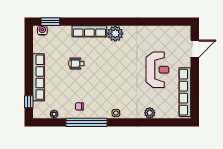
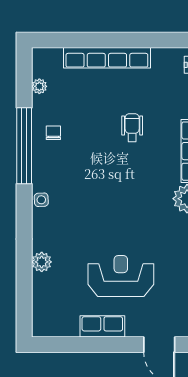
reception desk: (157, 70) -> (121, 276), turned 180
row of seats: (185, 92) -> (102, 326), width x0.50
window: (29, 102) -> (62, 40), removed

